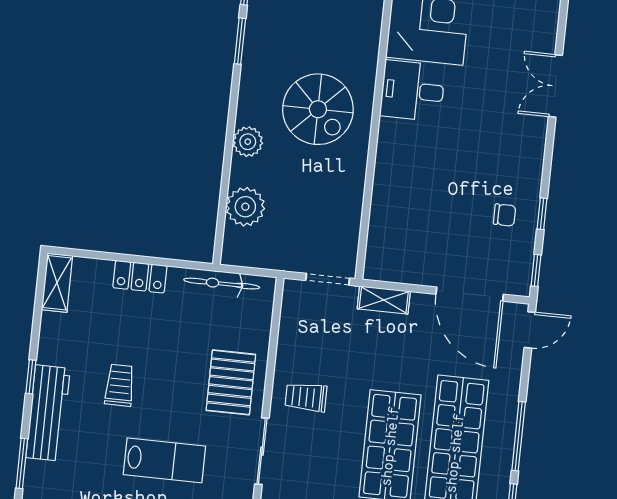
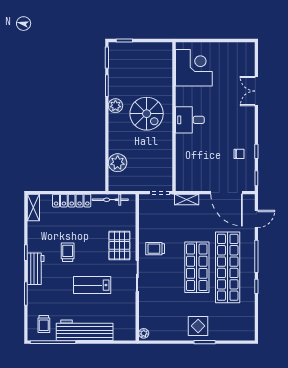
desk: (412, 91) -> (190, 120), moved
plant: (248, 142) -> (115, 106), moved
locker: (140, 277) -> (72, 201), width x1.53
door: (530, 330) -> (256, 219), moved
workbench: (48, 413) -> (36, 269), width x0.73
lab bench: (164, 460) -> (92, 285), turned 180

